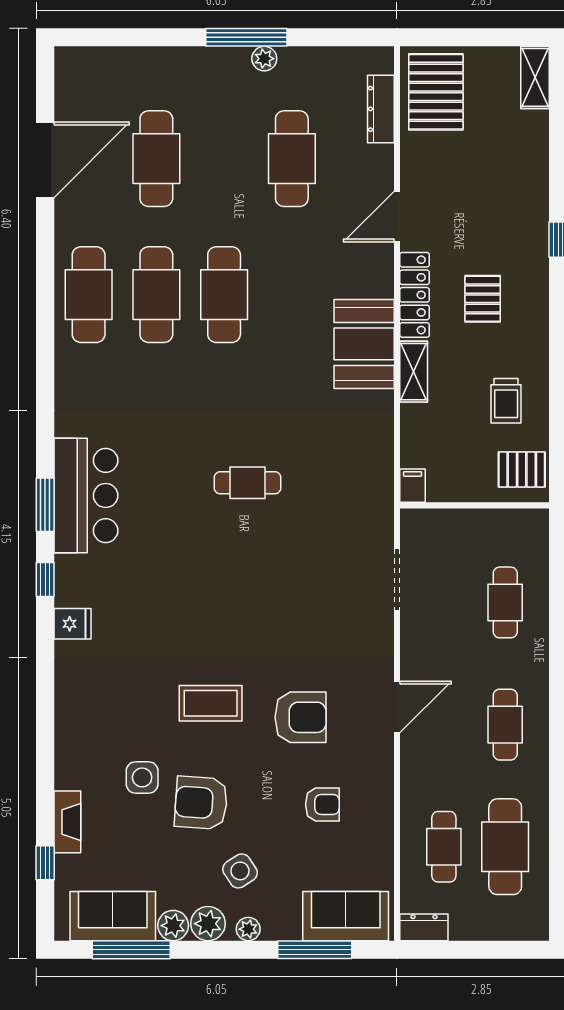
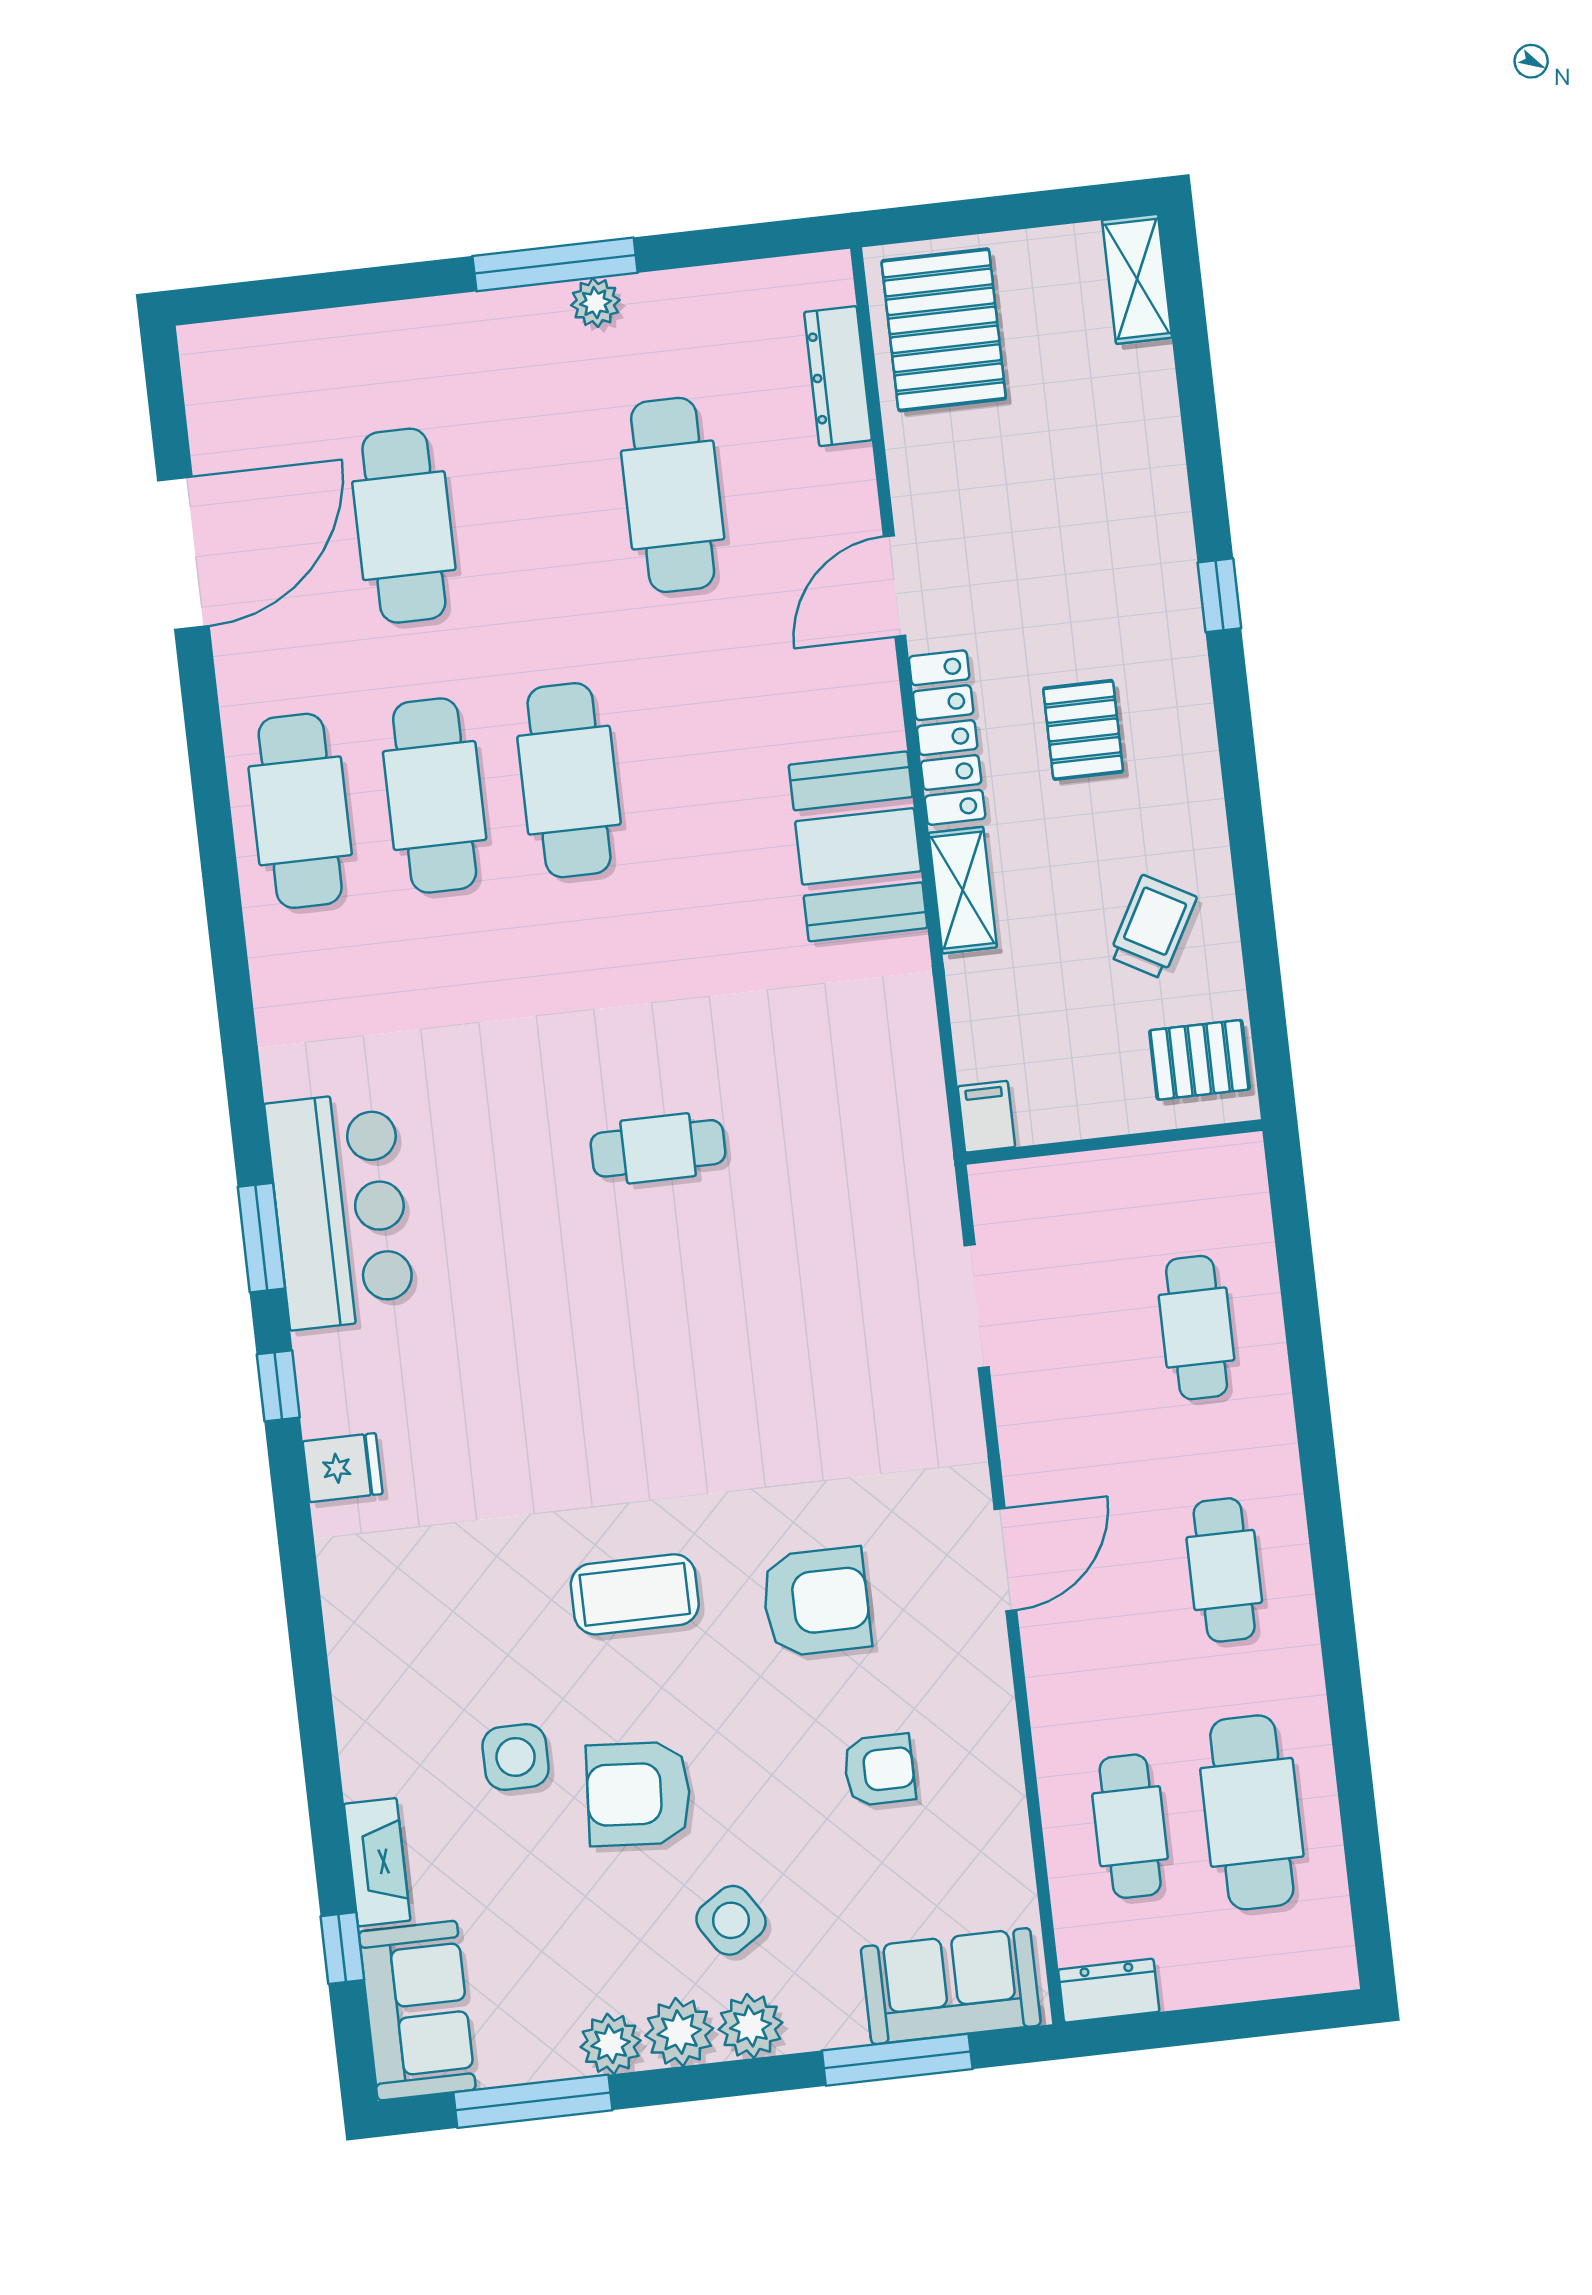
trolley: (506, 401) -> (1153, 927), turned -151
sofa: (113, 916) -> (417, 2011), moved, turned 90
plant: (248, 929) -> (751, 2026), width x1.38, depth x1.38

